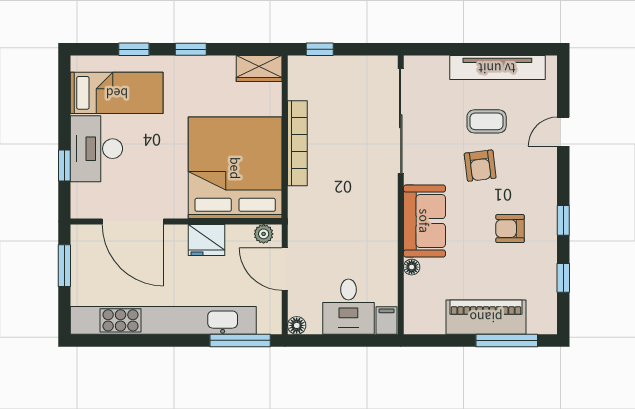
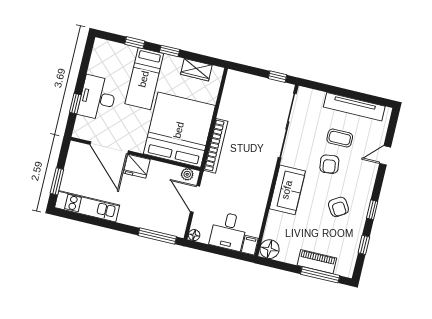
window: (320, 49) -> (278, 77), moved
wardrobe: (259, 68) -> (196, 70), moved
bed: (117, 93) -> (144, 79), moved, turned 90
bookcase: (297, 143) -> (216, 146), moved
armchair: (510, 229) -> (338, 207), turned -122
fridge: (206, 240) -> (137, 166), moved
window: (64, 266) -> (57, 181), moved
floor lamp: (412, 267) -> (270, 249), moved, width x1.89, depth x1.89
piano: (486, 317) -> (317, 262), width x0.73, depth x0.75
kitchen unit: (163, 320) -> (87, 206), width x0.54

